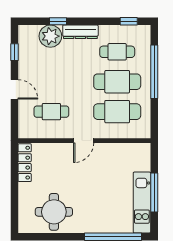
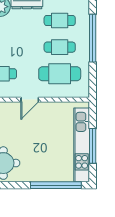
cafe table: (117, 82) -> (60, 47), width x0.73, depth x0.74
kitchen unit: (142, 203) -> (82, 145), width x1.36

